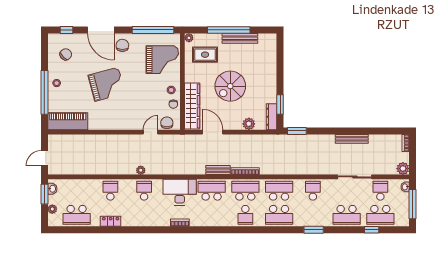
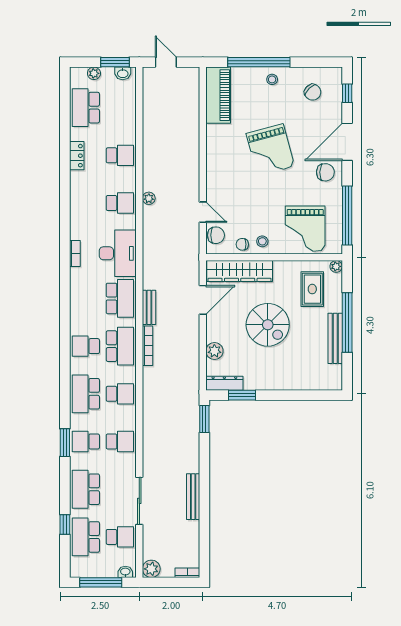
spiral stairs: (230, 86) -> (268, 325), turned 180
school desk: (279, 191) -> (120, 394), width x0.54
school desk: (313, 215) -> (86, 442), added

